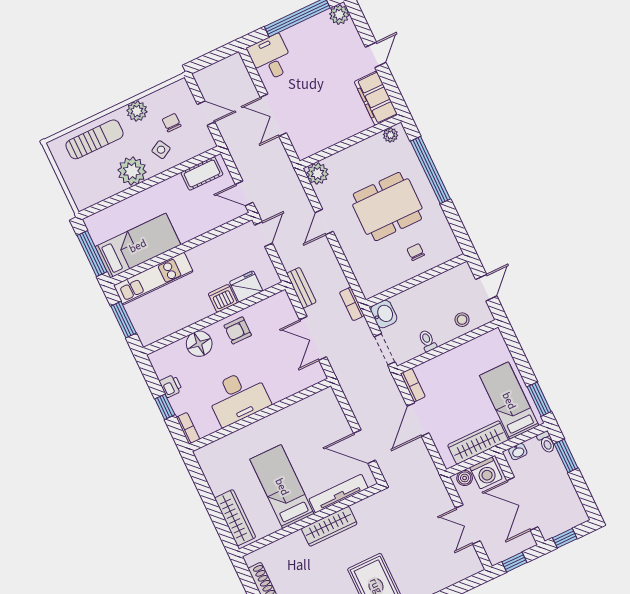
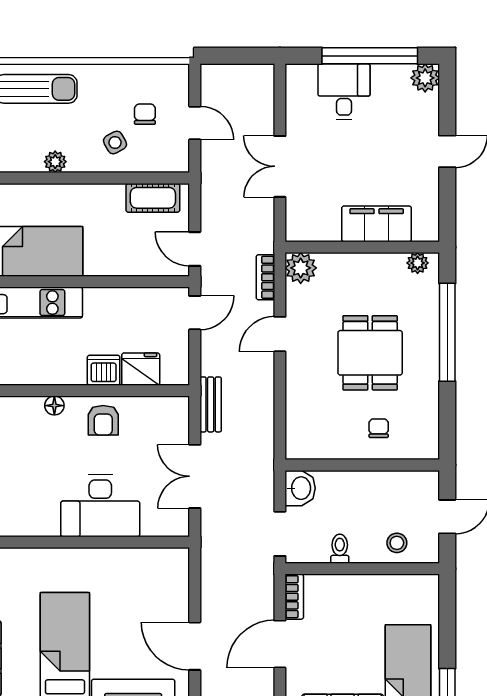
desk: (271, 58) -> (344, 92), moved
filing cabinet: (376, 98) -> (377, 224), moved, turned 90
plant: (137, 111) -> (108, 78), removed
plant: (132, 171) -> (55, 162), width x0.53, depth x0.53
dining table: (387, 207) -> (370, 353), width x0.73
bookcase: (352, 304) -> (265, 277), moved
armchair: (238, 330) -> (103, 420), turned -90
floor lamp: (199, 344) -> (54, 406), width x0.53, depth x0.53
desk: (238, 397) -> (100, 506), moved

